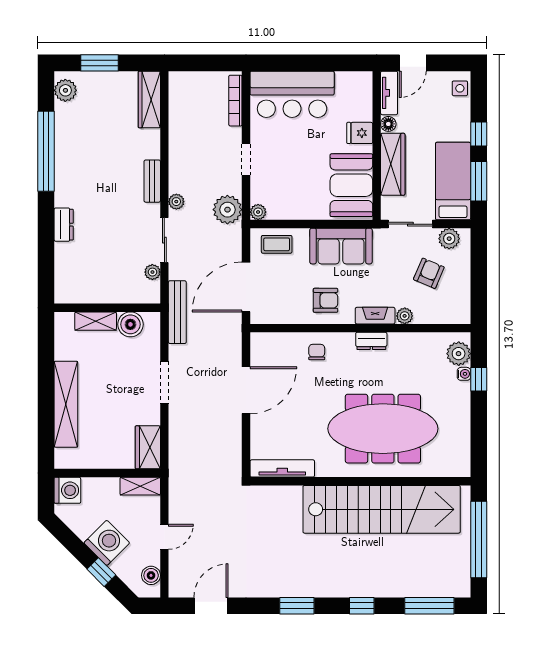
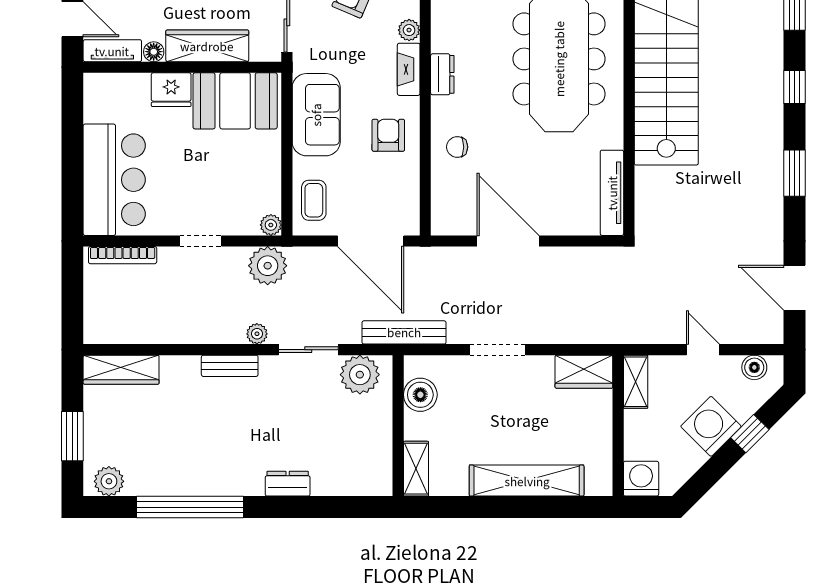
fridge: (360, 133) -> (171, 90), width x1.38
plant: (152, 272) -> (360, 375), width x1.87, depth x1.87
shelving: (96, 321) -> (416, 469), moved

